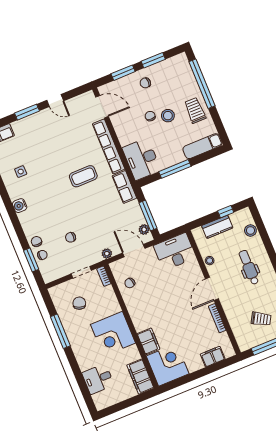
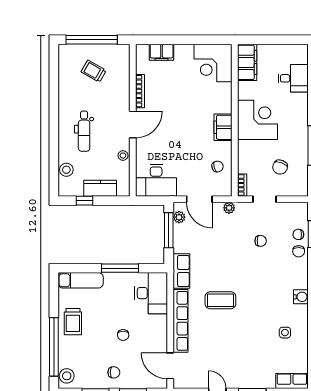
stool: (168, 116) -> (67, 376), moved
filing cabinet: (149, 341) -> (223, 127), moved

